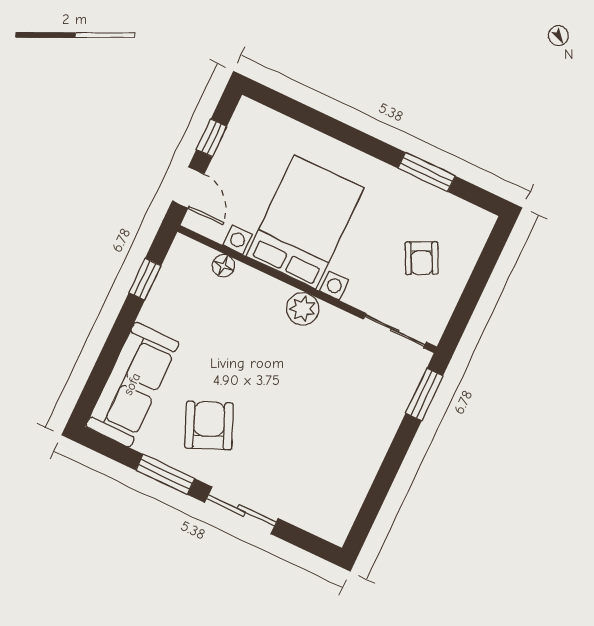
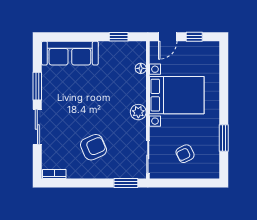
armchair: (209, 425) -> (93, 147), moved
bookcase: (344, 520) -> (54, 174), added

